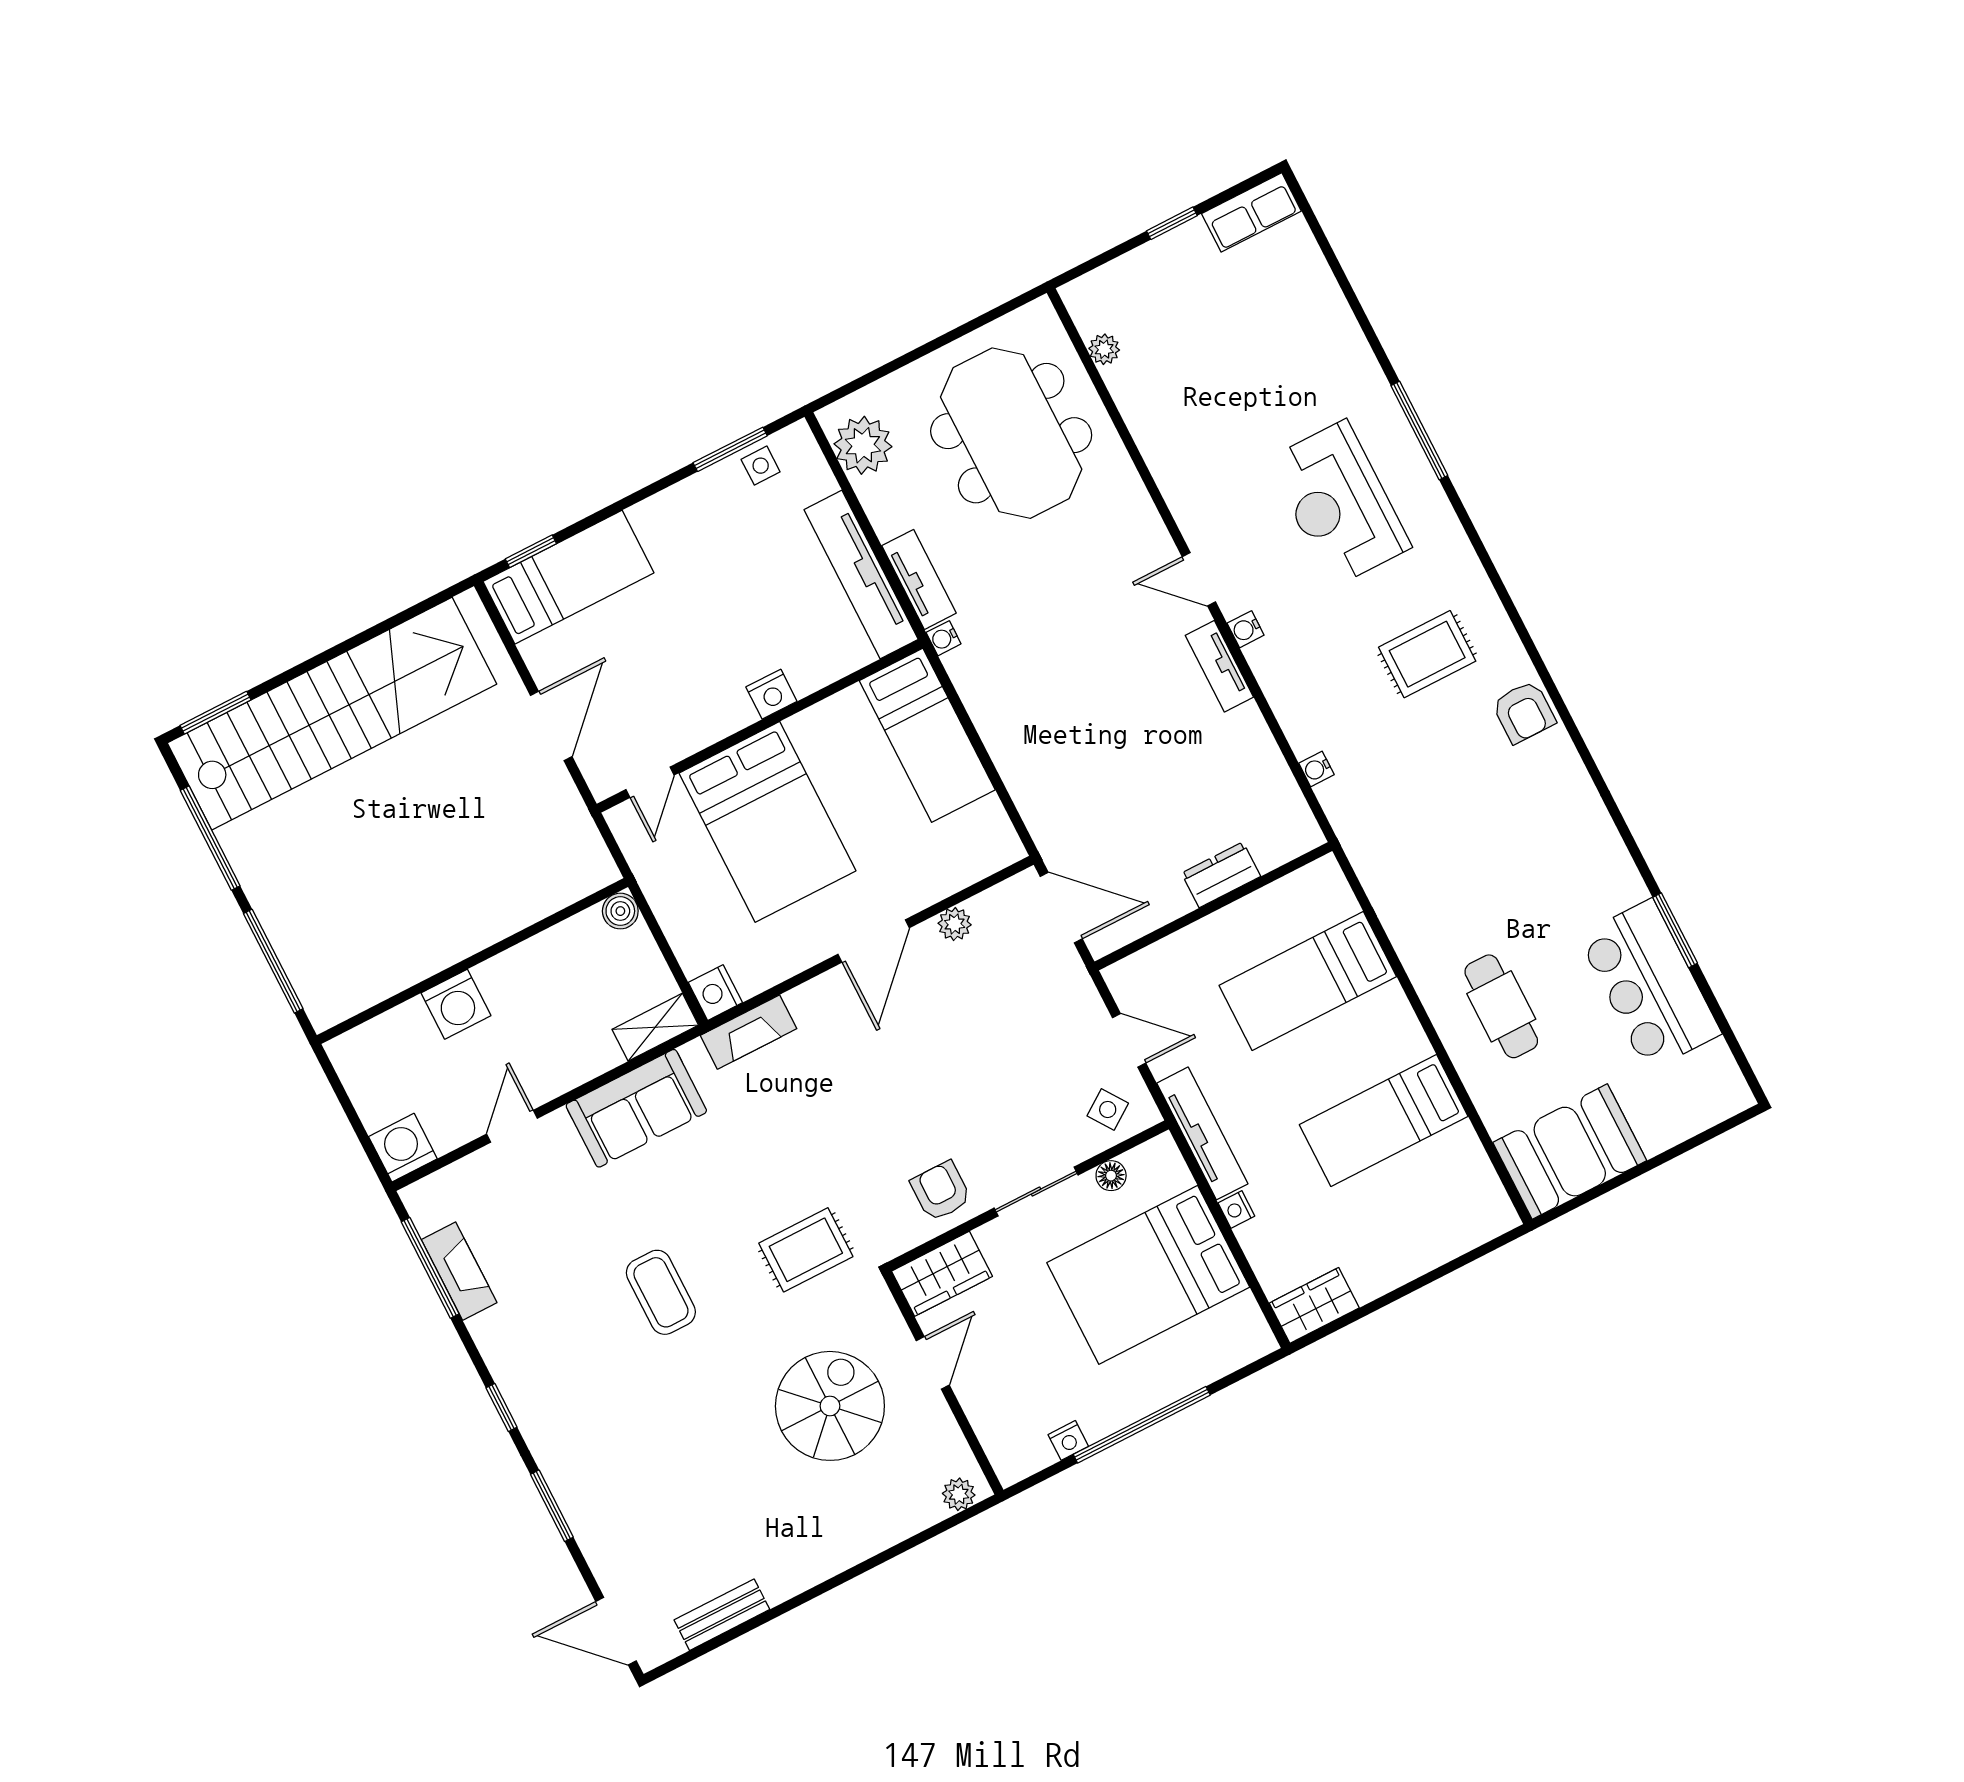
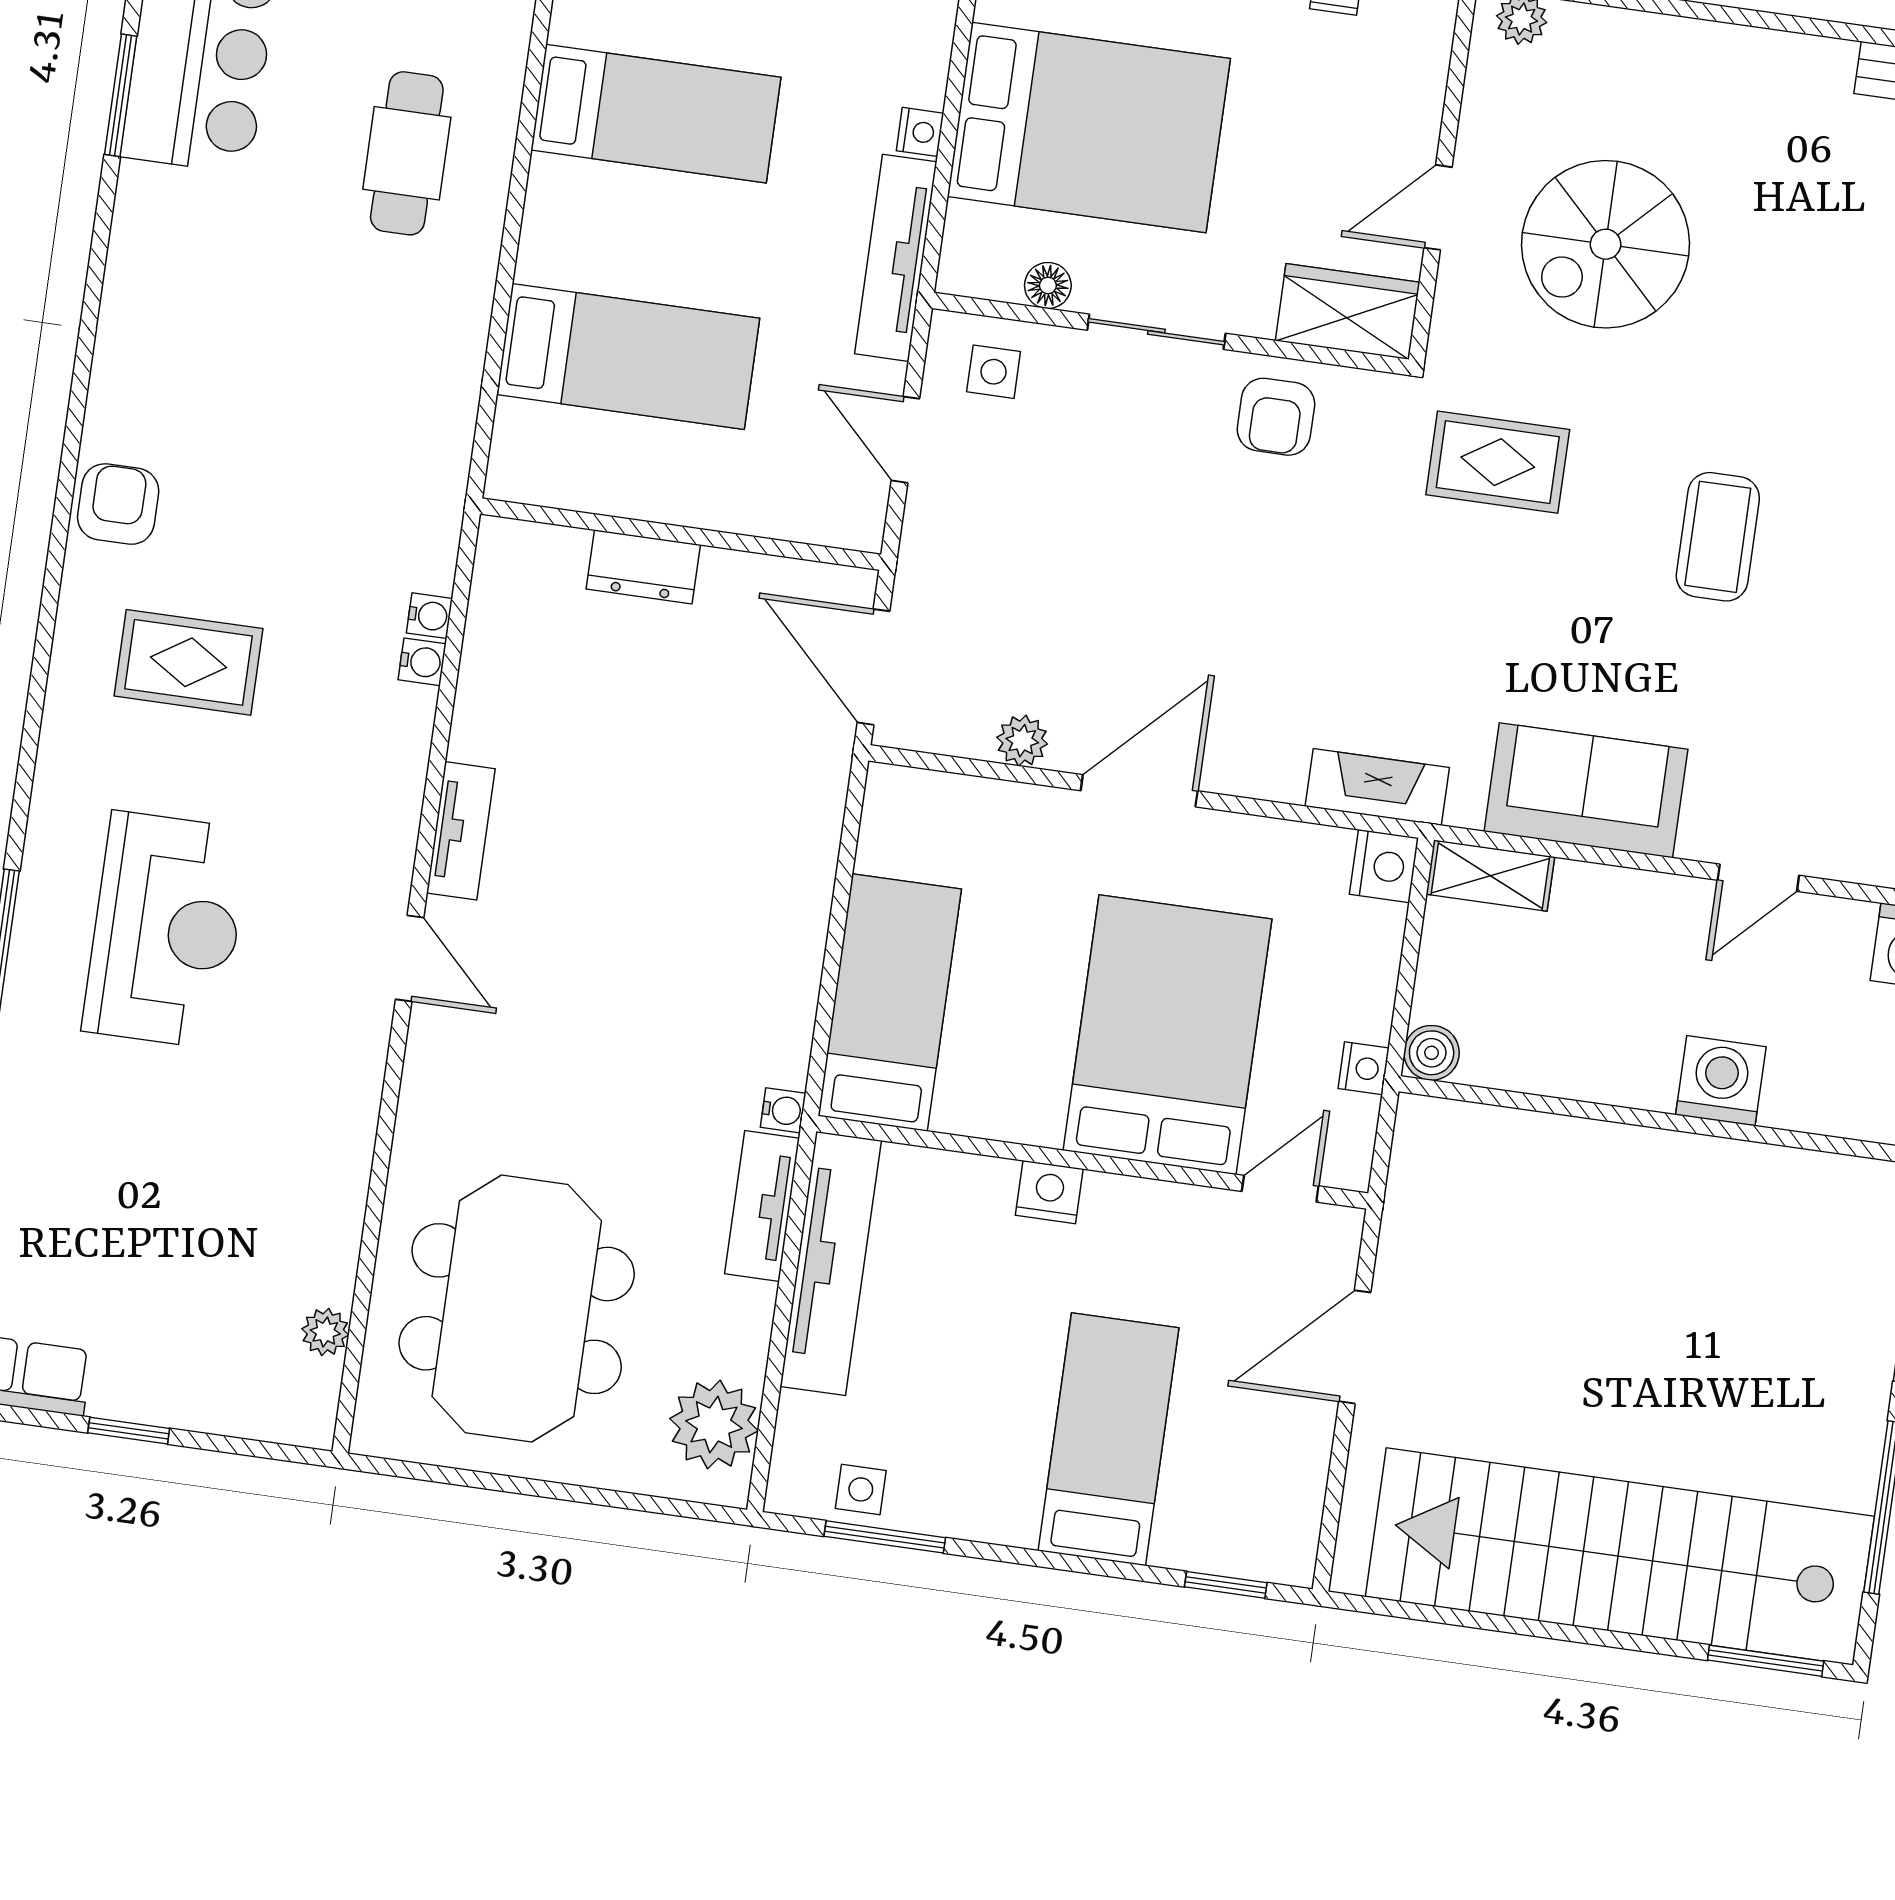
bed: (568, 577) -> (1109, 1439), moved, turned 90
water cooler: (1246, 629) -> (422, 662), moved
nightstand: (651, 877) -> (1364, 1068), added
side table: (1108, 1109) -> (994, 372), turned 35

